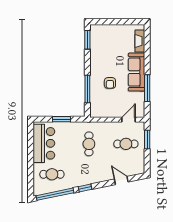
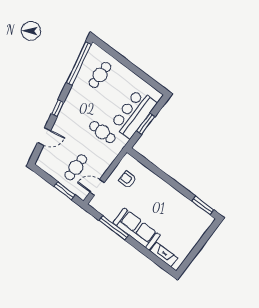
armchair: (110, 83) -> (128, 179), moved
window: (87, 89) -> (156, 170), removed
door: (129, 120) -> (97, 187), swing flipped
bar counter: (44, 143) -> (134, 114), moved, turned 90
window: (85, 188) -> (58, 108), moved

